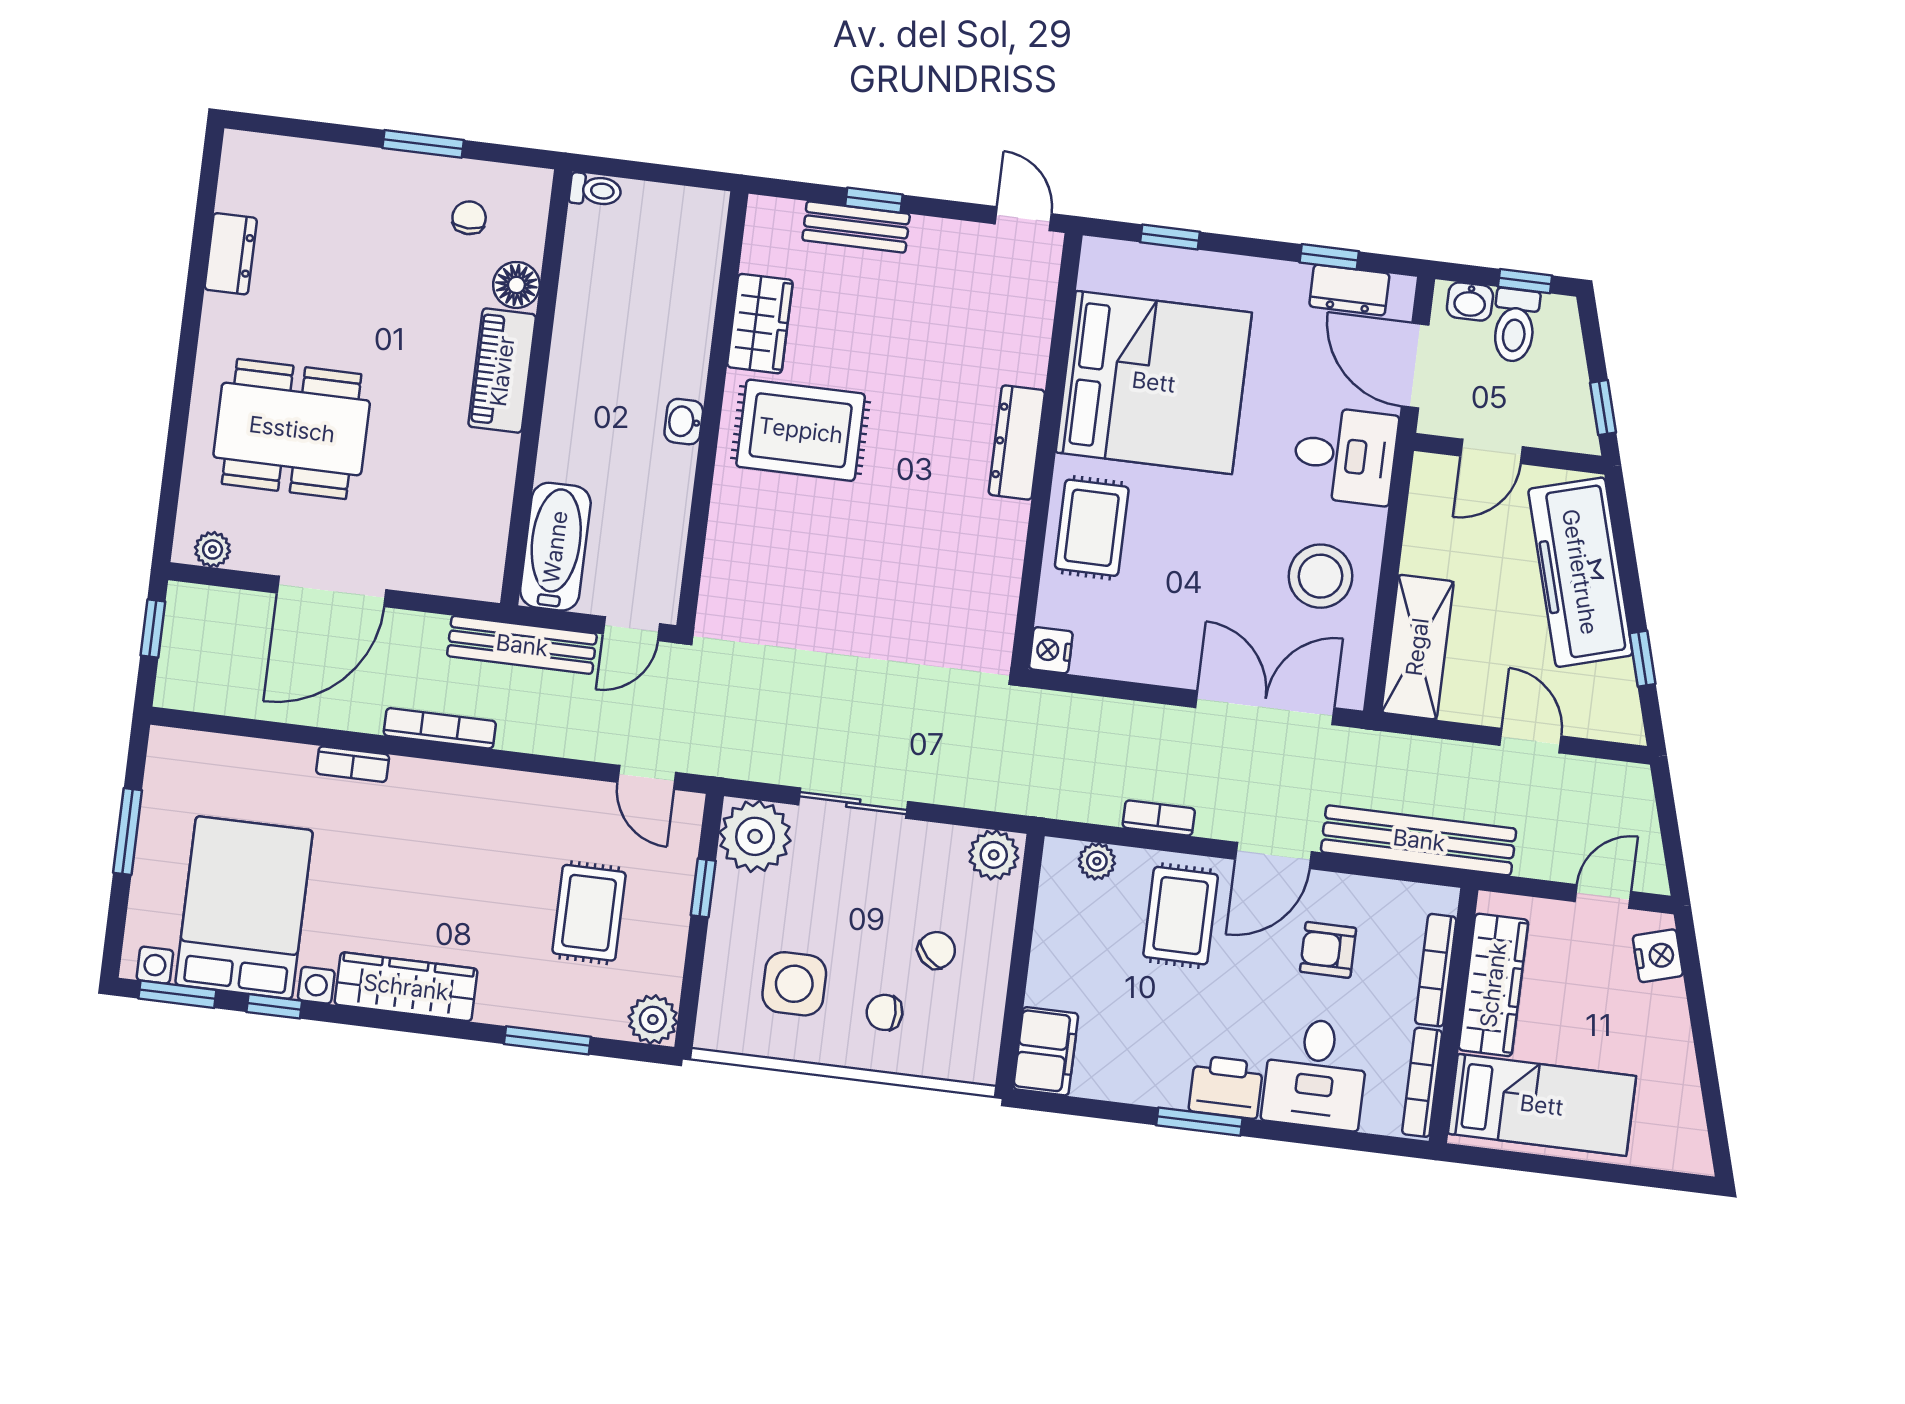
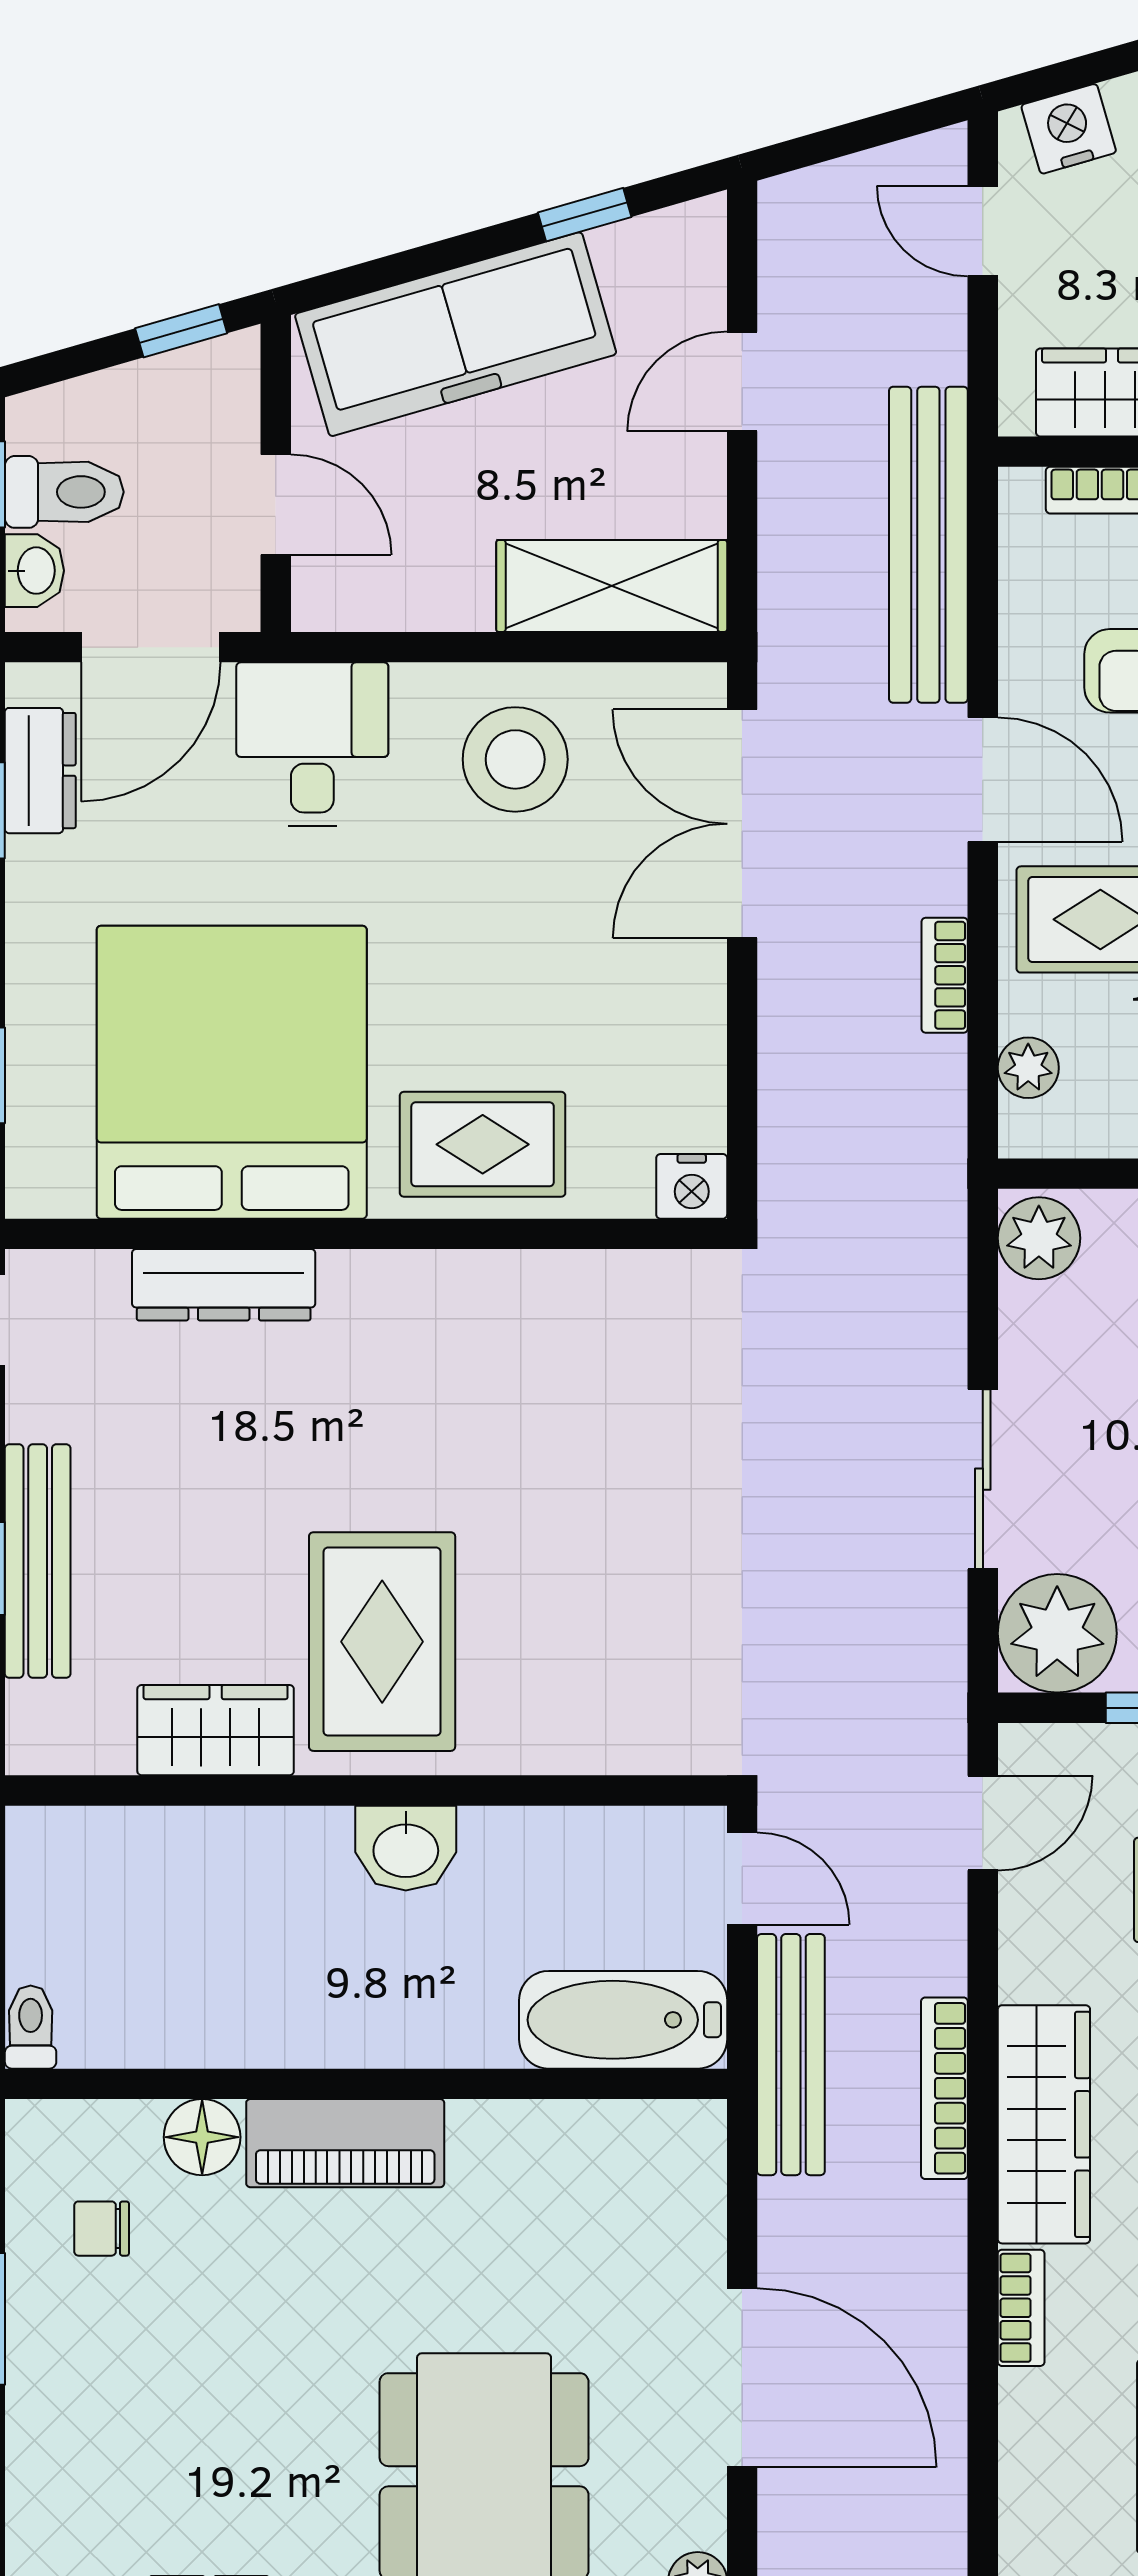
bench: (856, 227) -> (38, 1561), width x1.36
washbasin: (684, 422) -> (406, 1848), width x1.38, depth x1.45
dresser: (1017, 442) -> (224, 1285), moved
bookcase: (440, 728) -> (944, 2088), moved
wardrobe: (461, 792) -> (1044, 2124), added

